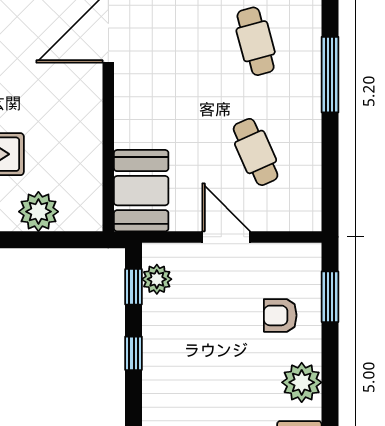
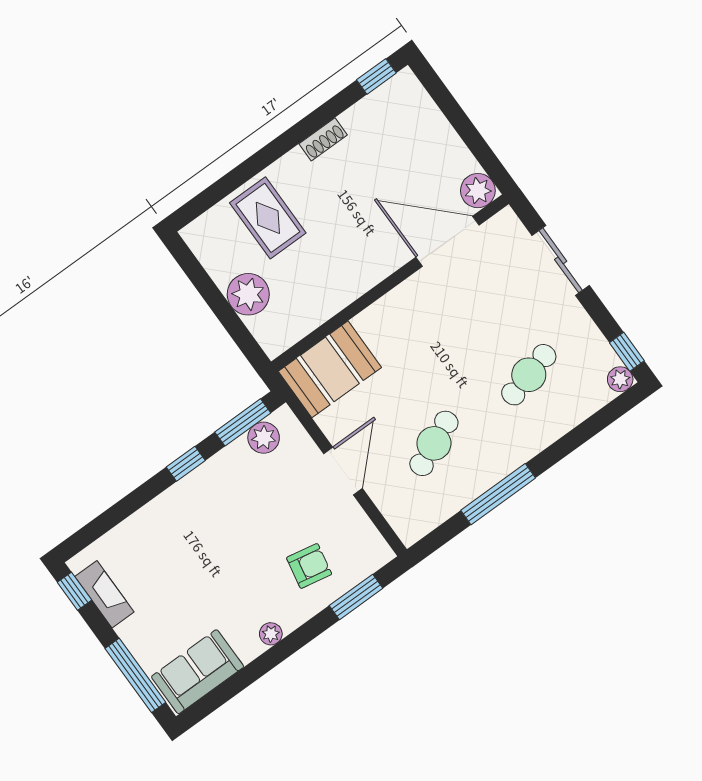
window: (330, 75) -> (498, 494), moved
window: (134, 287) -> (243, 422), width x1.50
armchair: (280, 315) -> (309, 566), turned 101
plant: (302, 382) -> (271, 634), width x0.53, depth x0.53

